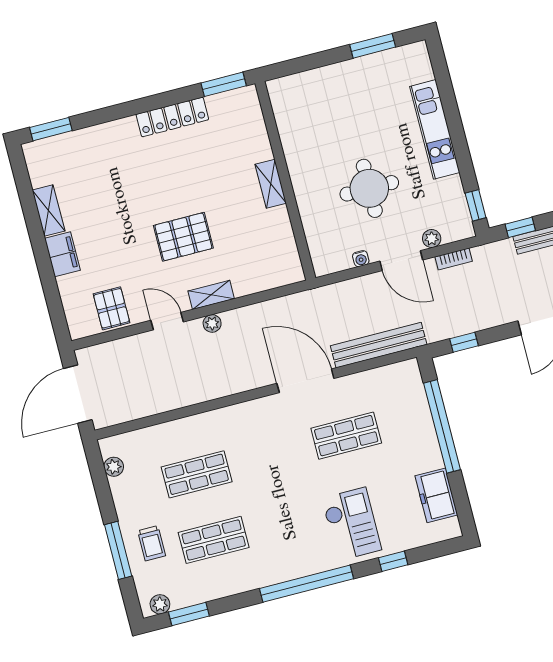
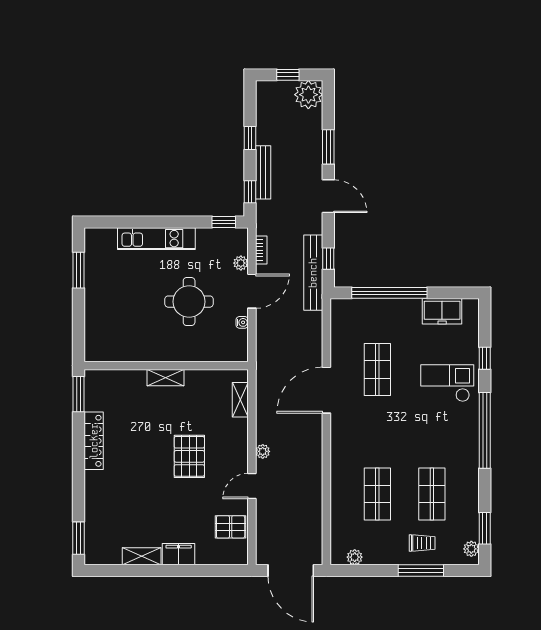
shelving: (211, 295) -> (240, 400), moved
bench: (379, 345) -> (313, 273), moved

